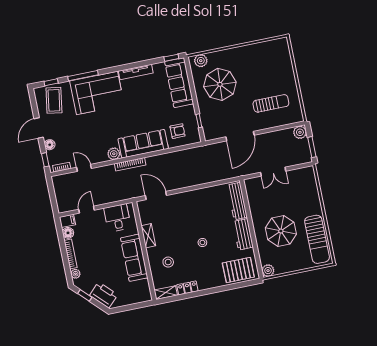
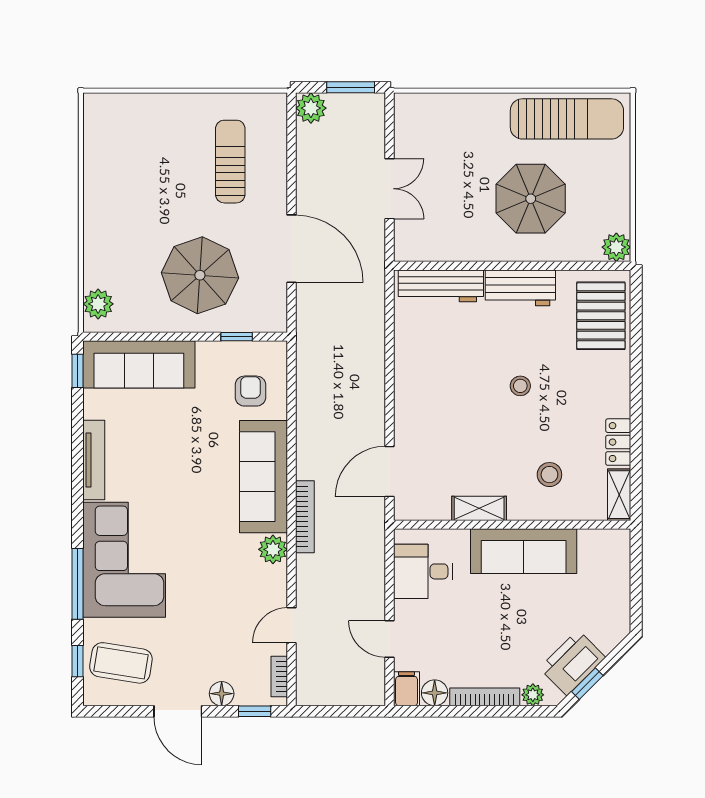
parasol: (220, 84) -> (200, 275), moved
printer: (104, 295) -> (572, 663), moved

